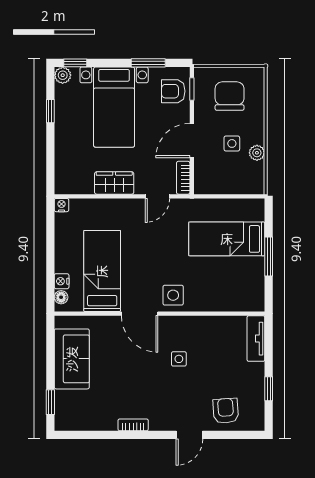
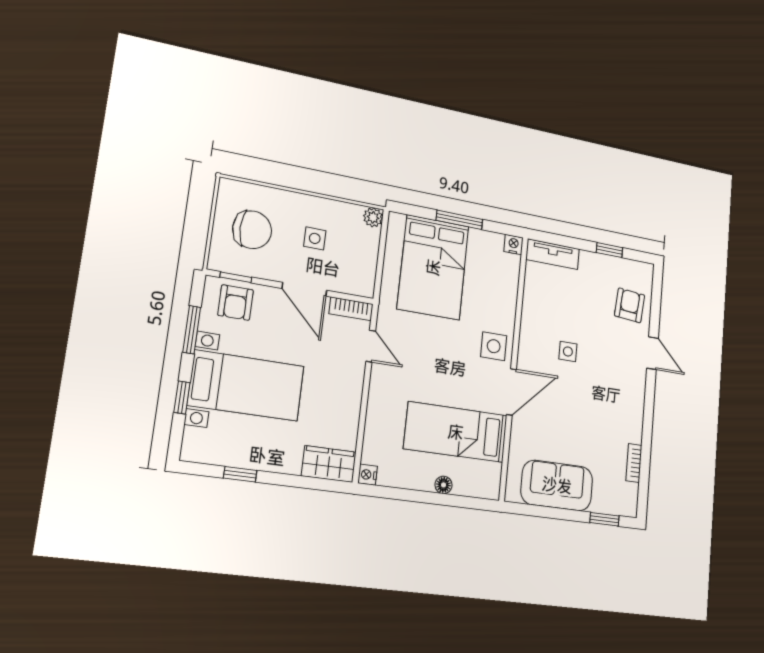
window: (75, 63) -> (182, 397), moved
plant: (63, 75) -> (192, 451), removed
chair: (230, 96) -> (252, 230), turned 180
plant: (257, 153) -> (373, 217), moved
wardrobe: (114, 183) -> (329, 464), moved, turned 90
bed: (227, 239) -> (433, 267), width x1.50
nightstand: (62, 281) -> (513, 245), moved, turned 180
floor lamp: (61, 297) -> (444, 485), moved
armchair: (226, 411) -> (630, 305), turned 99
bookcase: (133, 425) -> (634, 463), moved

